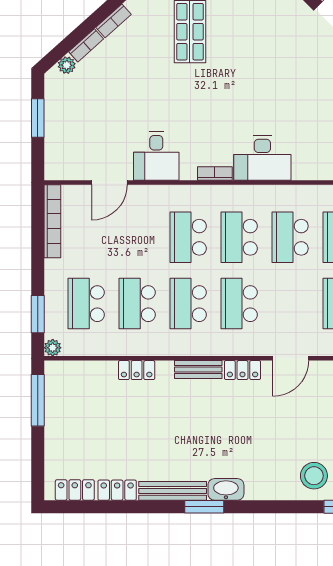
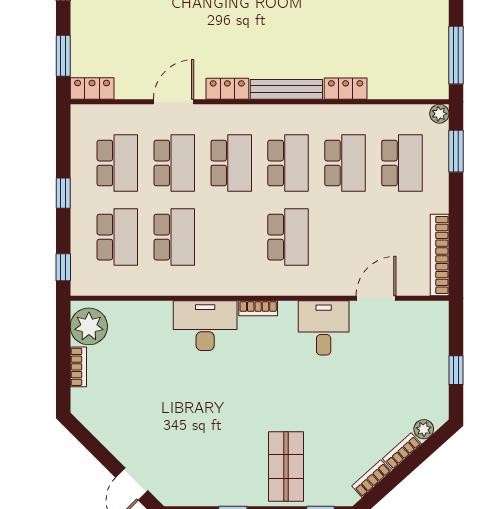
window: (38, 118) -> (456, 370), width x0.67
school desk: (239, 237) -> (174, 163), moved
bench: (198, 370) -> (286, 89), width x1.36

